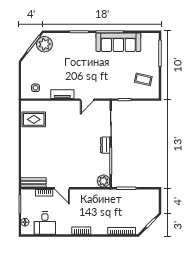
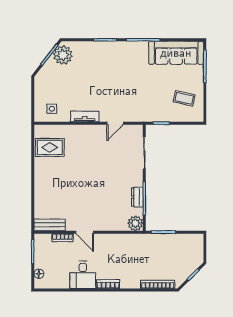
sofa: (118, 42) -> (176, 53), moved
dresser: (105, 145) -> (137, 197), moved
desk: (45, 223) -> (83, 275), moved

